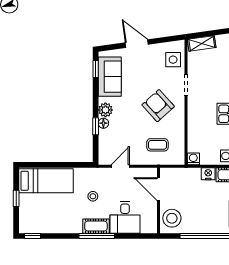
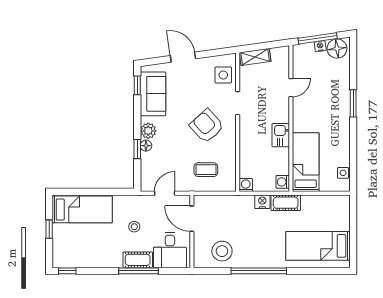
door: (159, 189) -> (192, 219), moved
wall: (159, 200) -> (192, 231), moved

